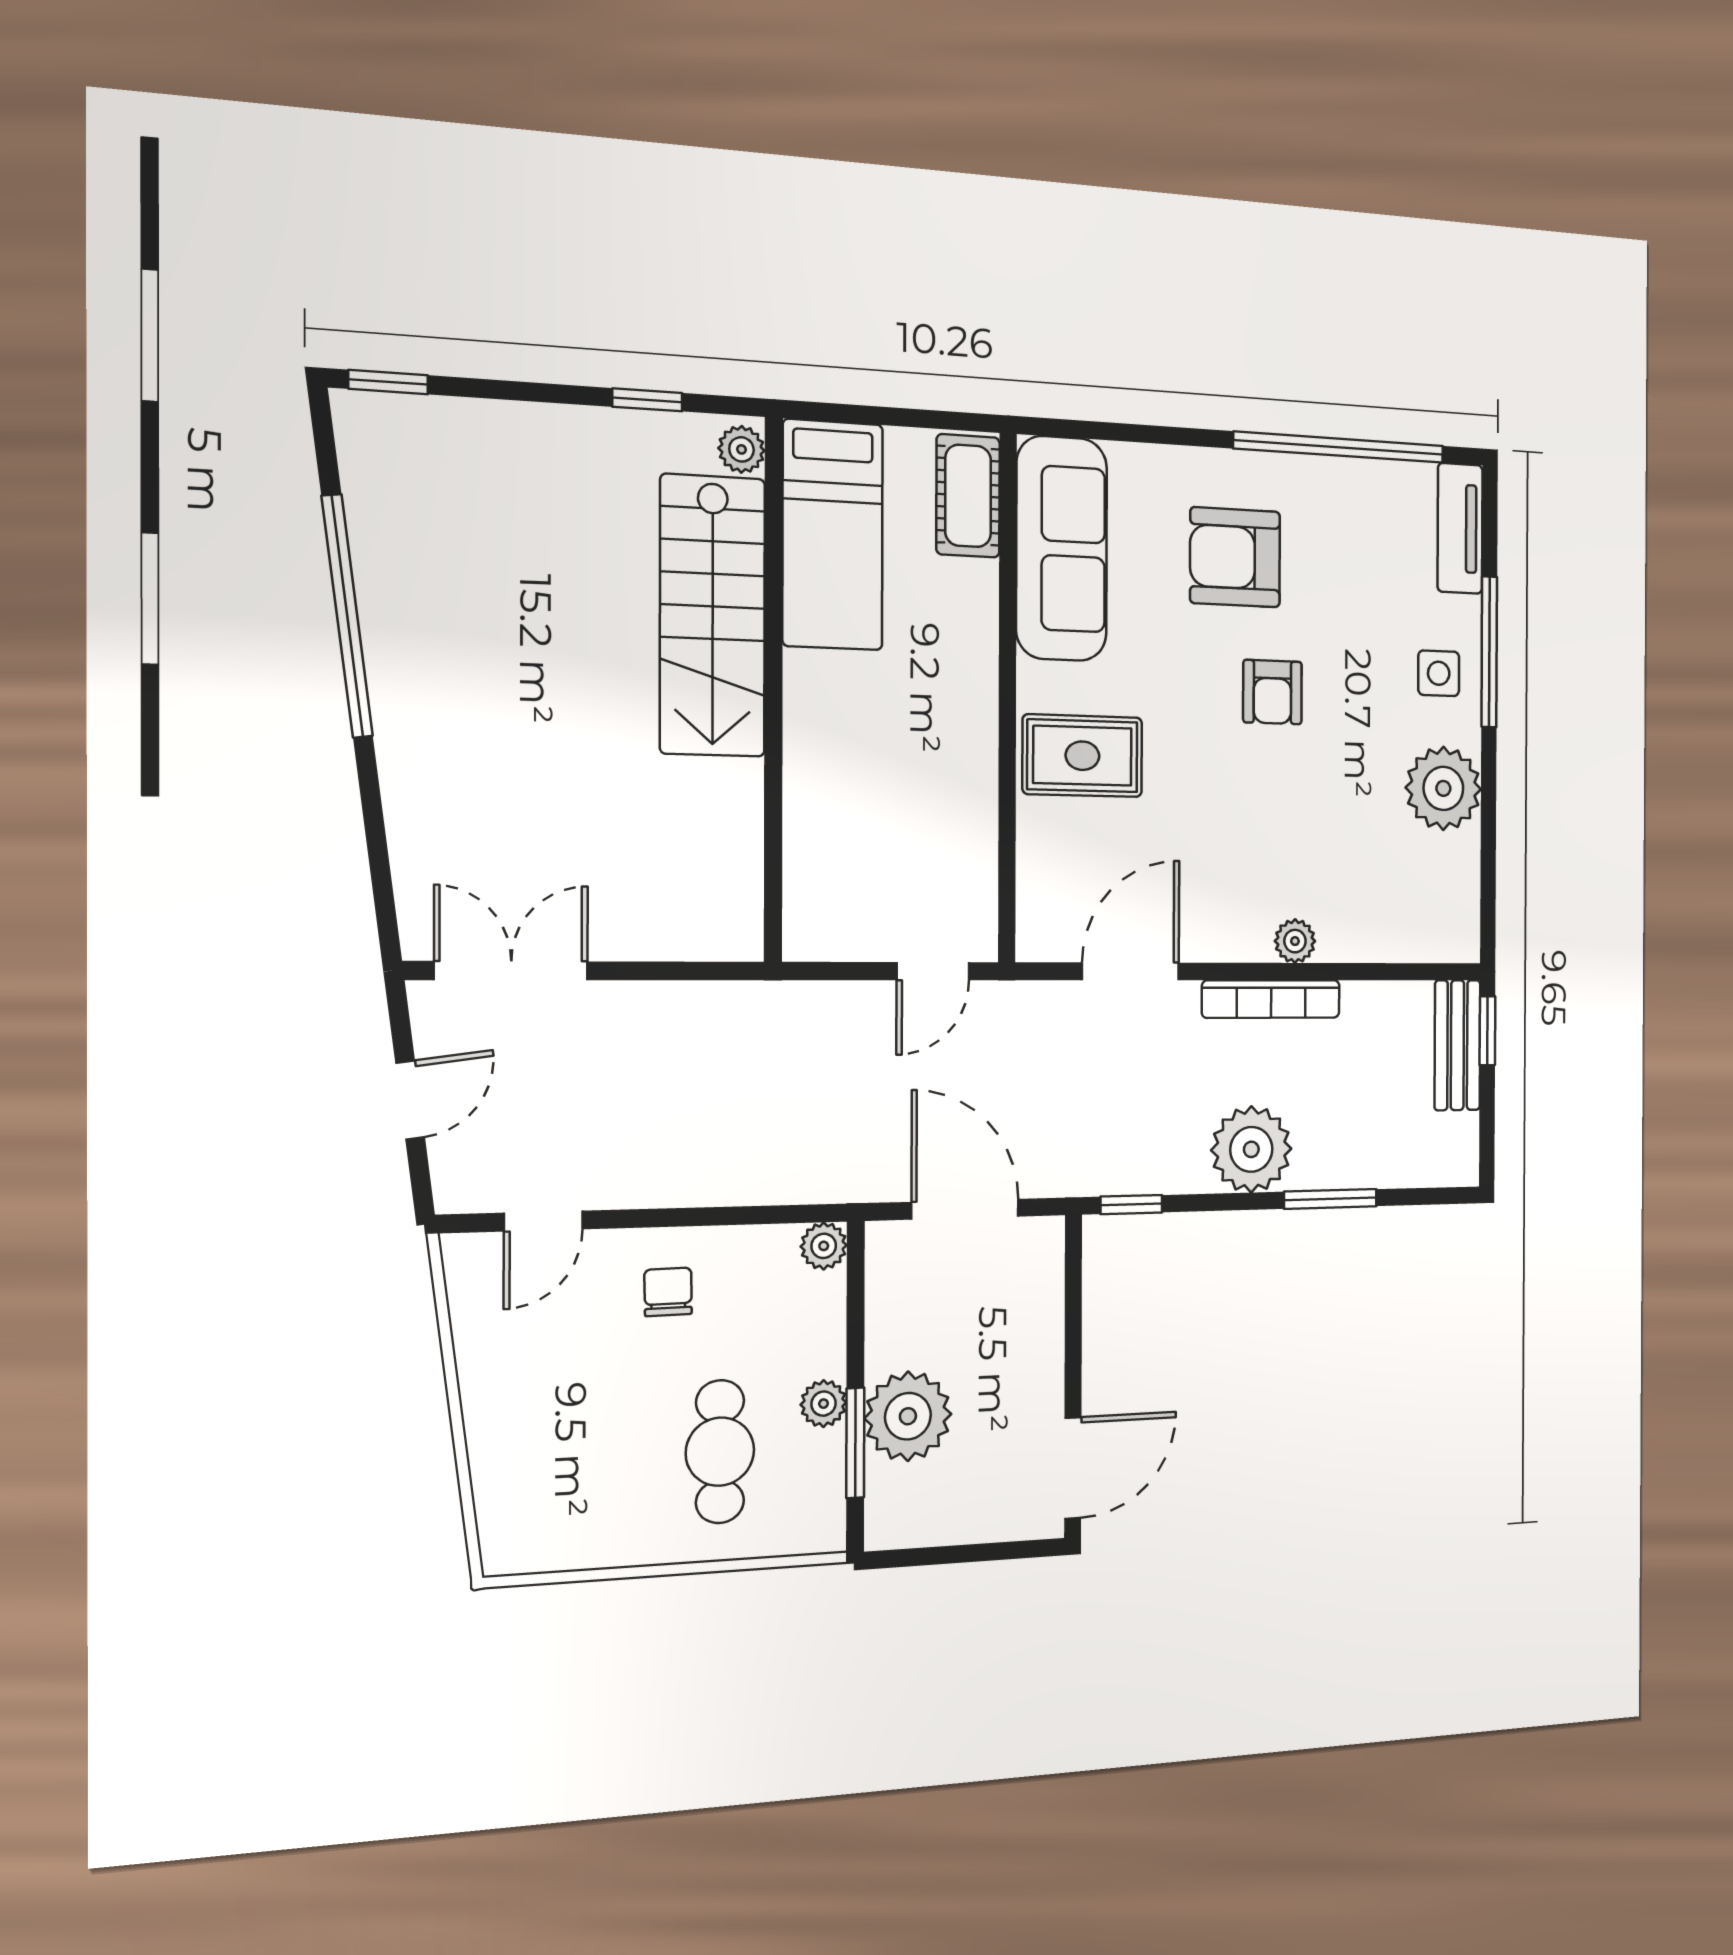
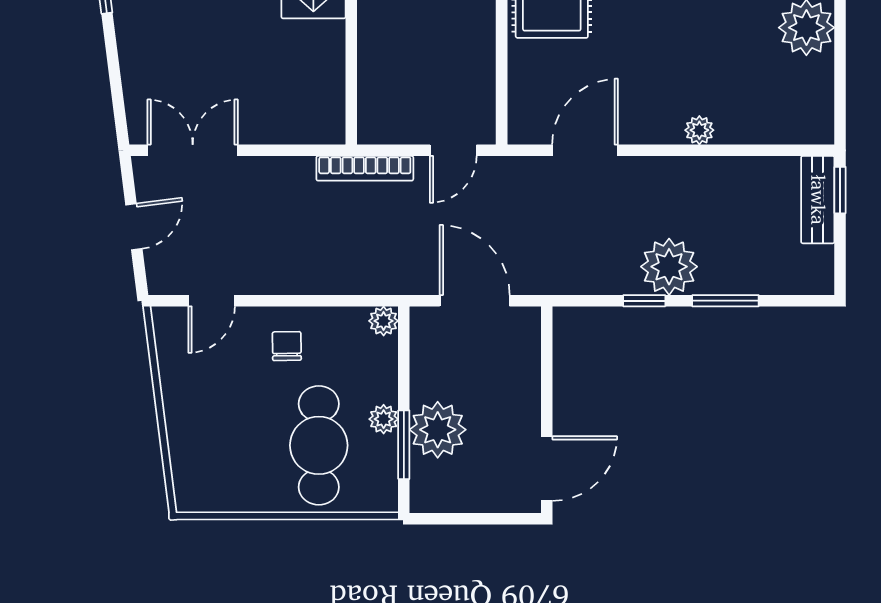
bookcase: (1271, 999) -> (365, 168), moved
window: (1131, 1205) -> (644, 301), moved
cafe table: (720, 1452) -> (319, 445), width x1.37, depth x1.35

